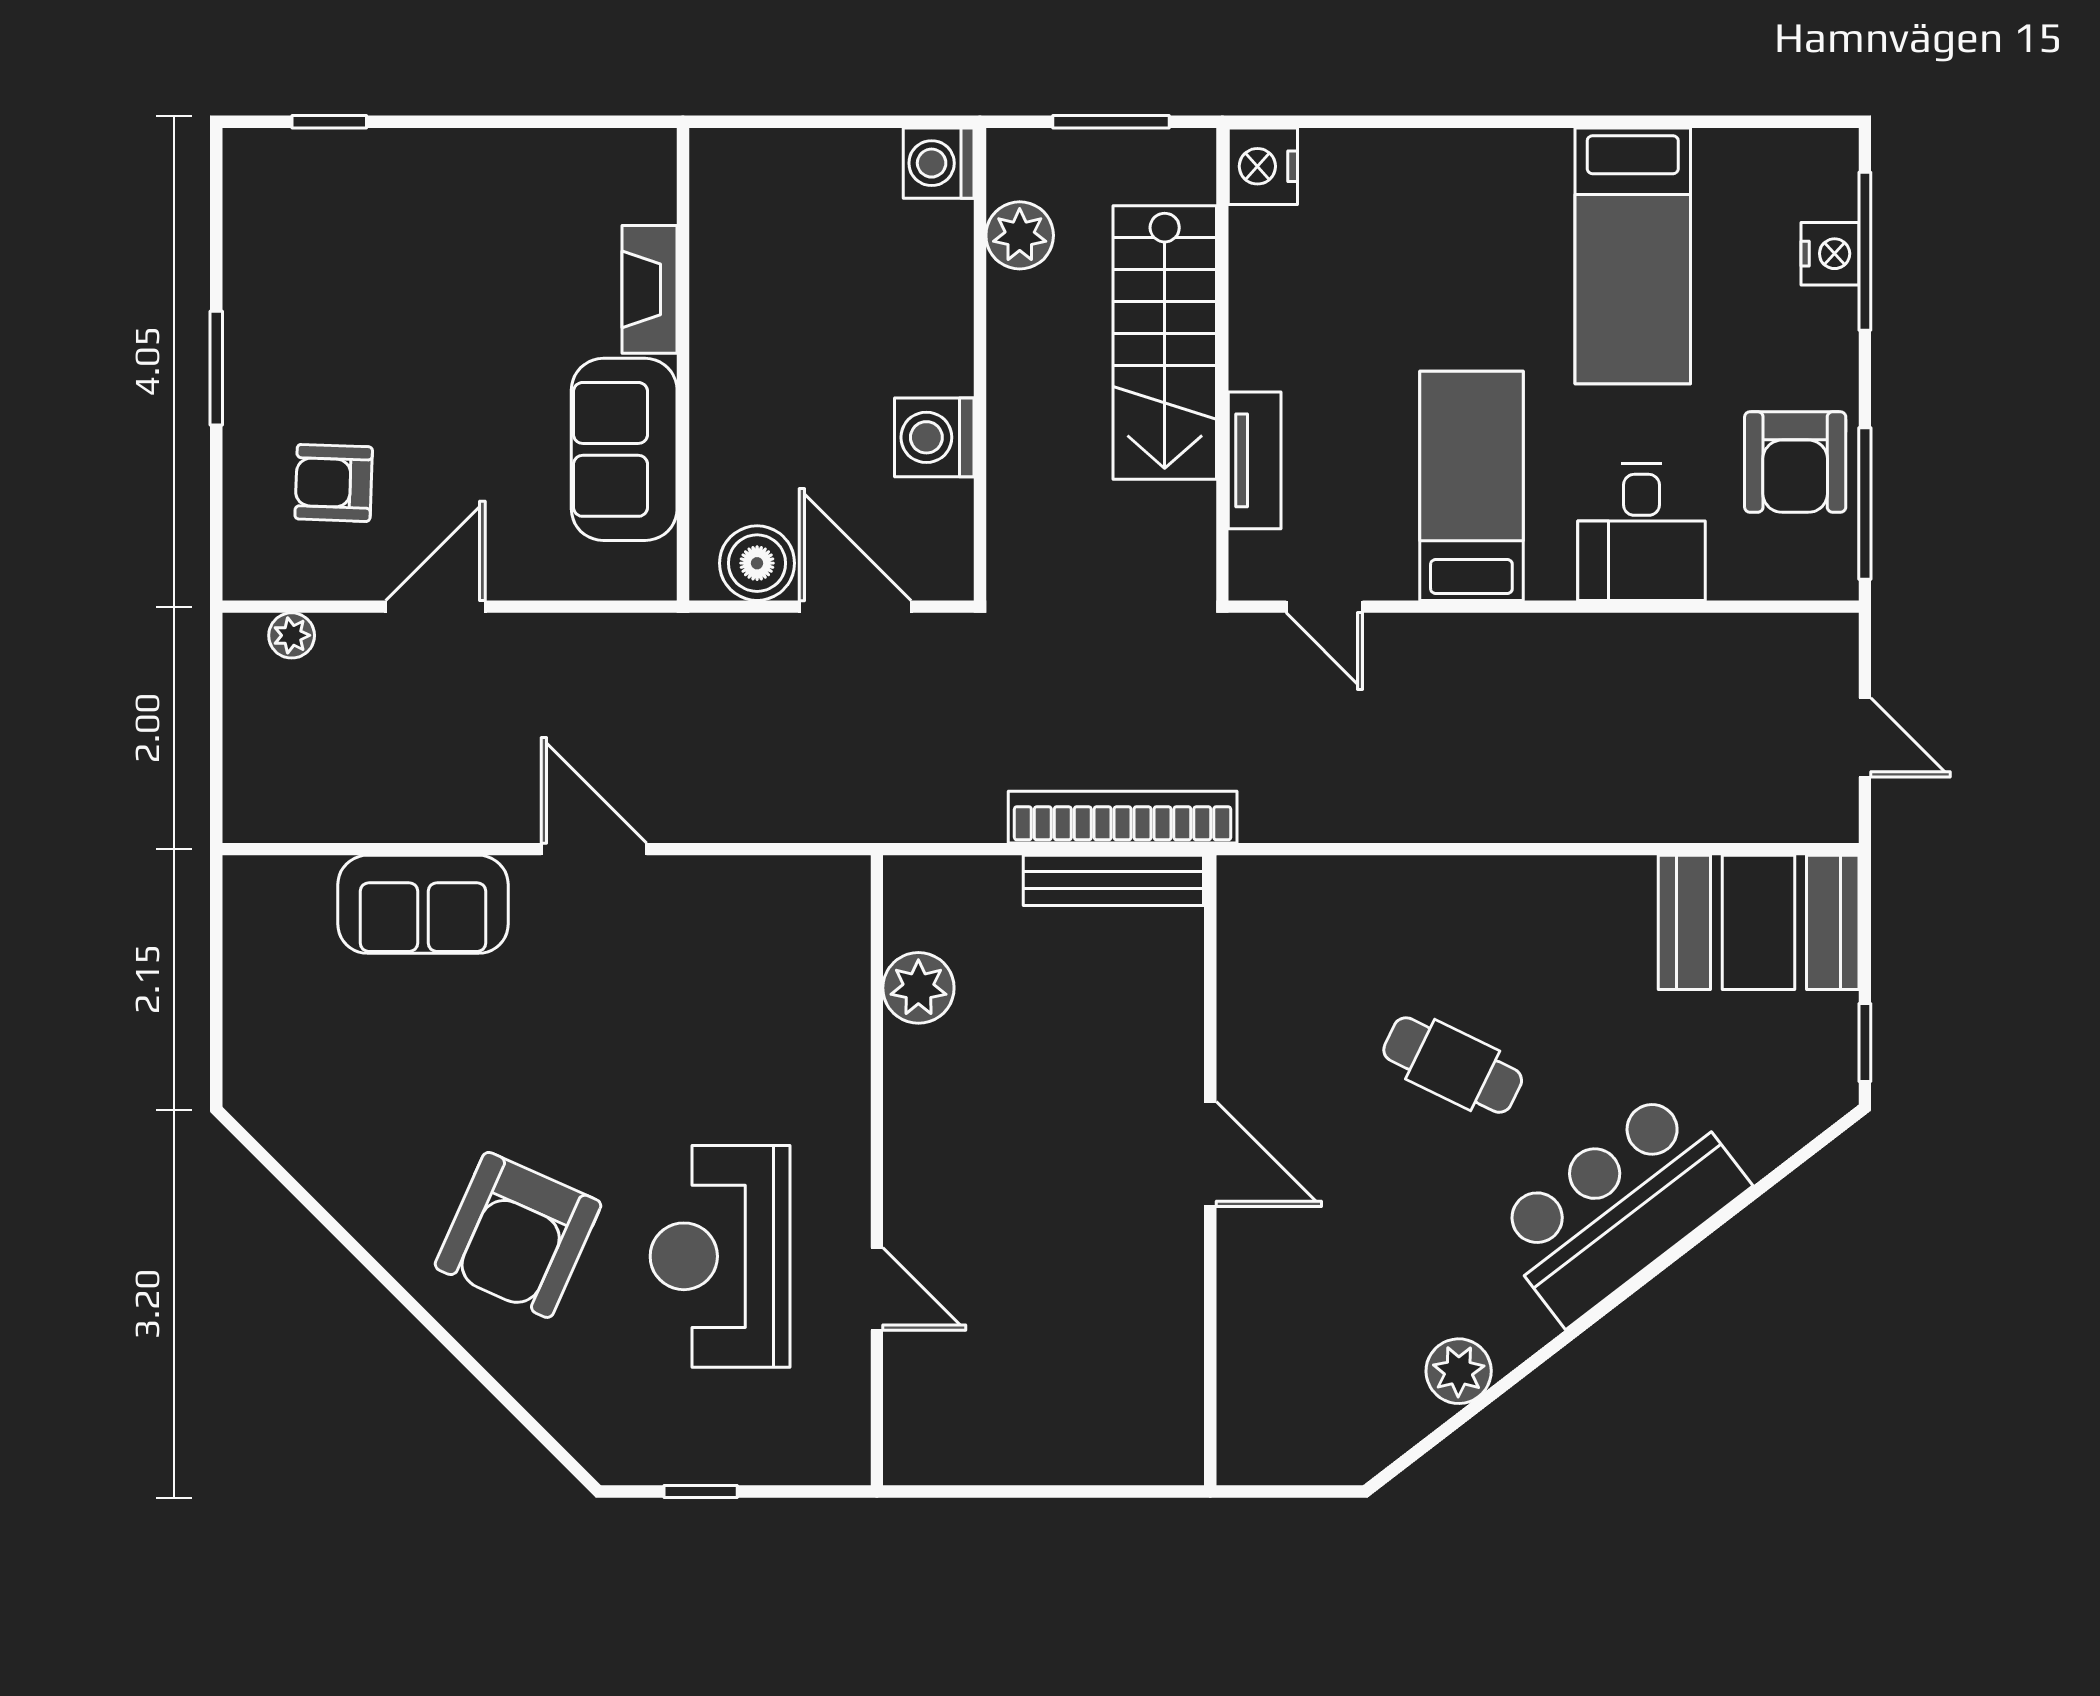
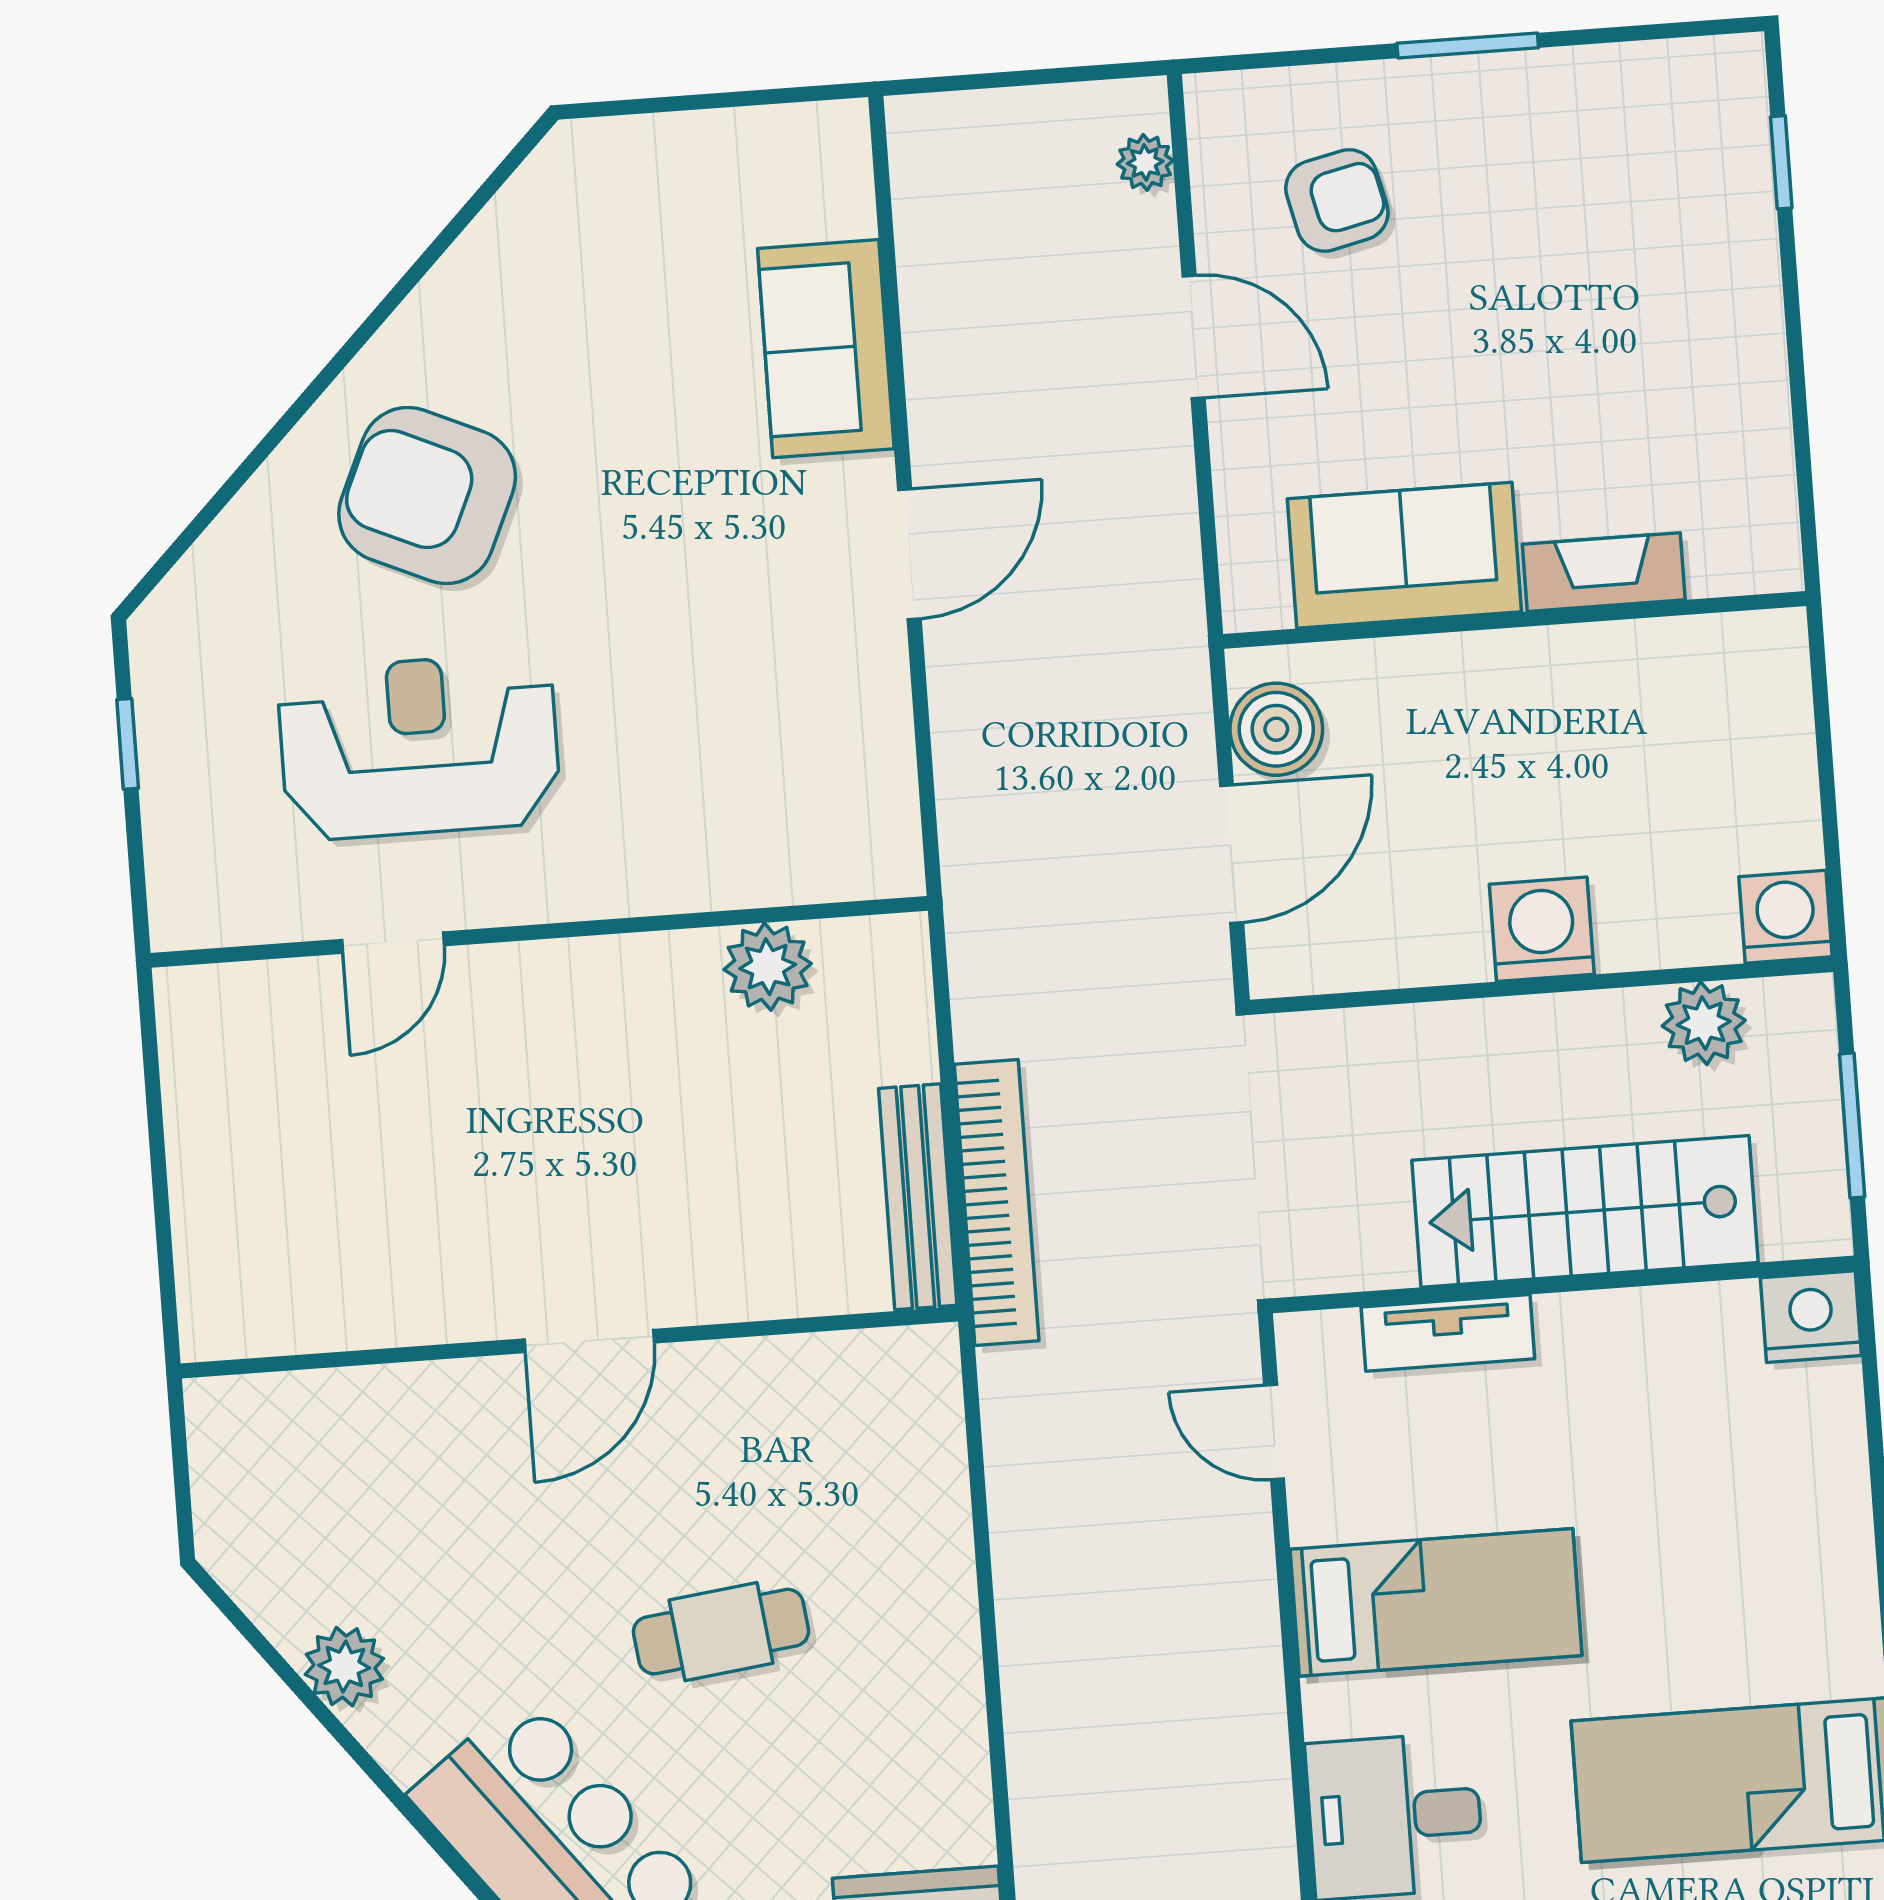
washing machine: (934, 437) -> (1542, 929), moved
armchair: (334, 483) -> (1337, 200), turned 75
door: (1324, 607) -> (1274, 1432), hinge flipped
cafe table: (1453, 1065) -> (721, 1632), turned 57

